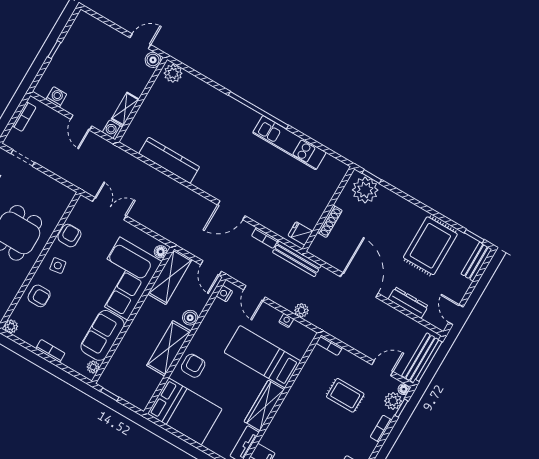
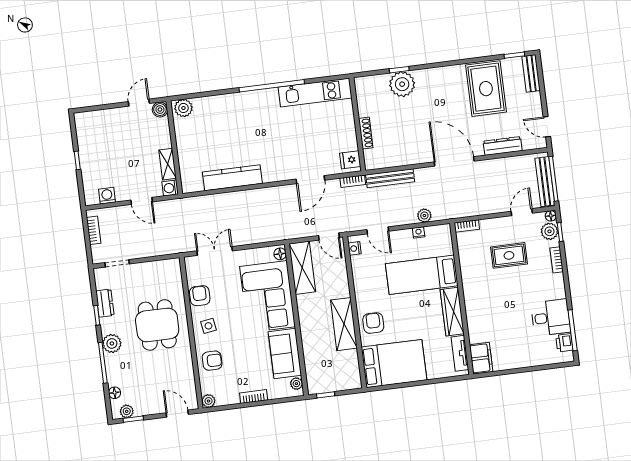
wall: (328, 209) -> (357, 124), moved
shoe rack: (330, 221) -> (366, 133), moved
fridge: (300, 233) -> (350, 160), moved
boiler: (190, 318) -> (342, 288), removed

